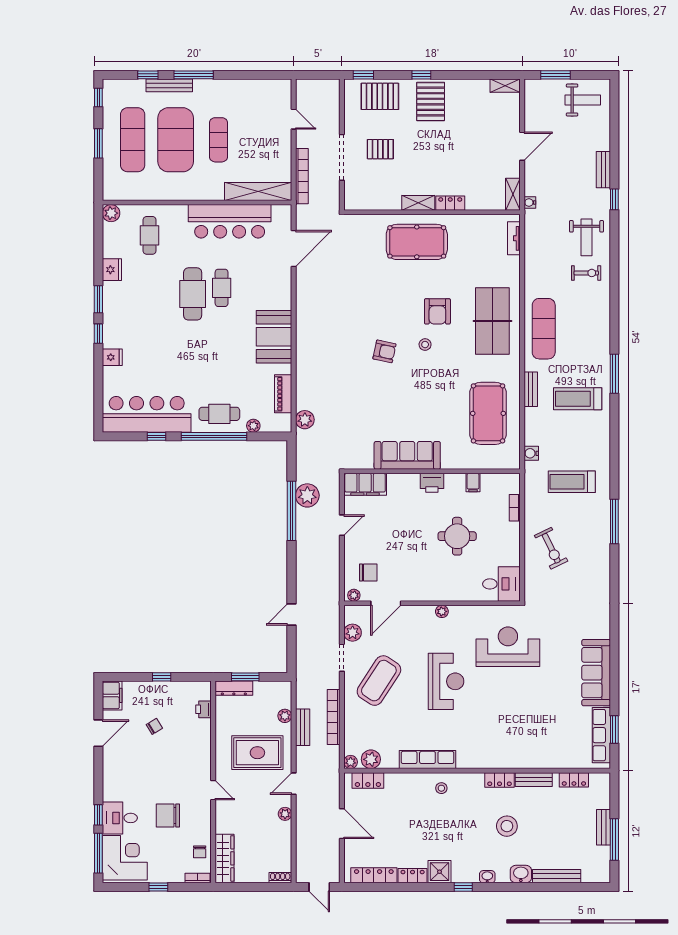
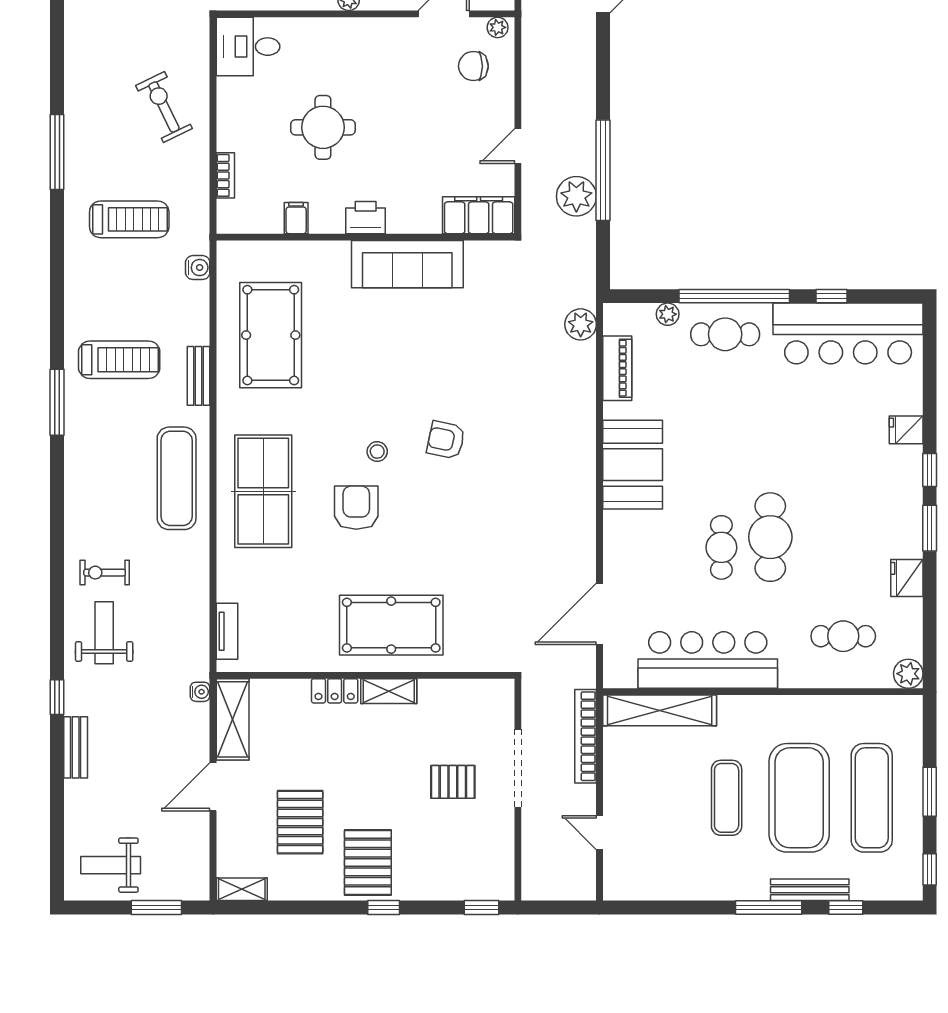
pallet: (380, 96) -> (300, 822), moved, turned 90
shelving: (513, 194) -> (233, 719), width x1.50, depth x1.33
cafe table: (150, 235) -> (843, 636), turned 90

